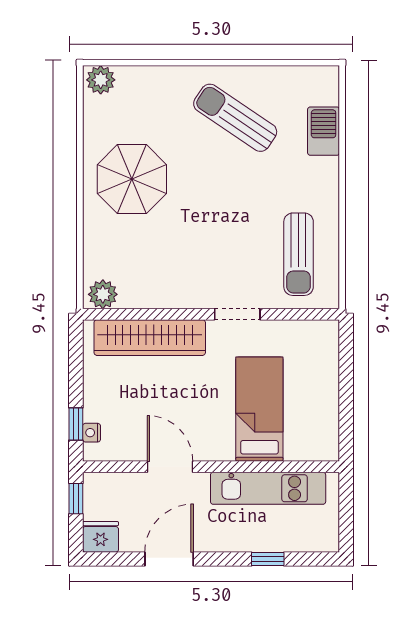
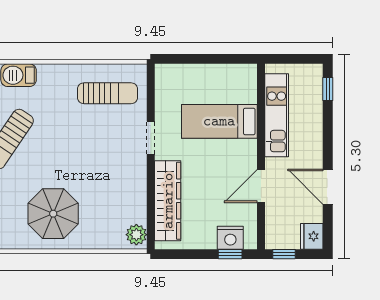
nightstand: (92, 433) -> (230, 238), width x1.89, depth x1.79
window: (268, 559) -> (328, 89), moved

